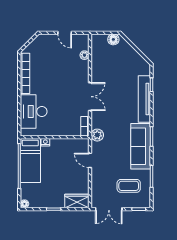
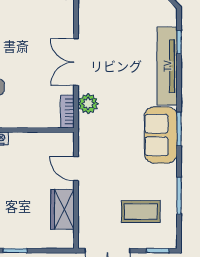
double door: (90, 97) -> (76, 62), swing flipped
plant: (97, 135) -> (88, 104), moved
sofa: (141, 146) -> (161, 135), width x0.73
wardrobe: (77, 201) -> (62, 209), moved, turned -90

